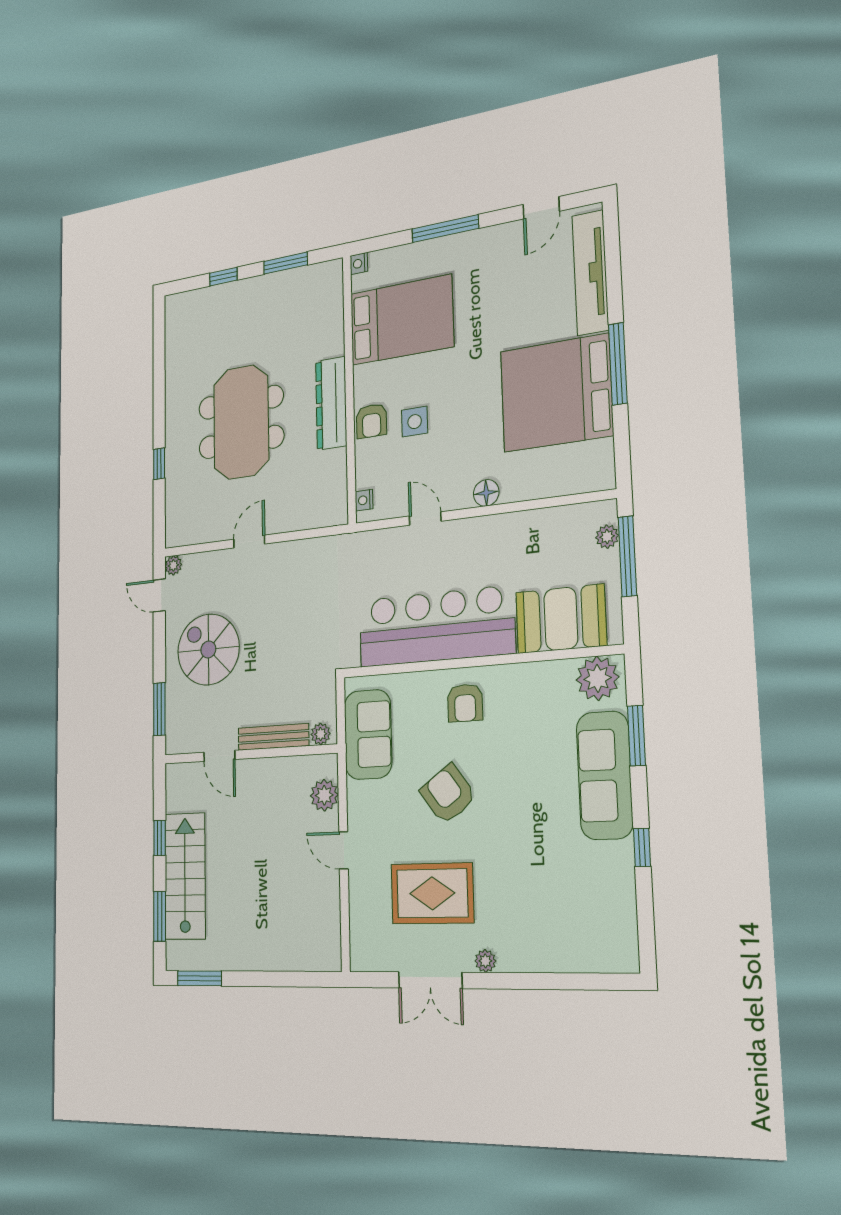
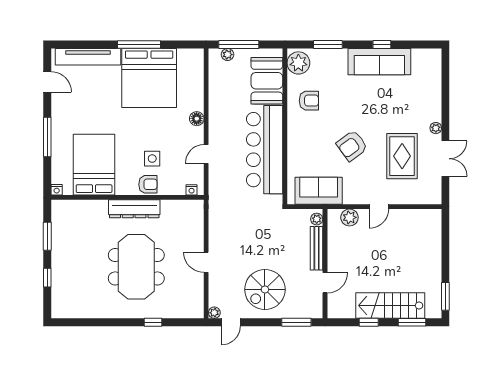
meeting table: (241, 422) -> (136, 267), turned 90
armchair: (465, 703) -> (309, 101), moved
sofa: (604, 775) -> (379, 62), moved

